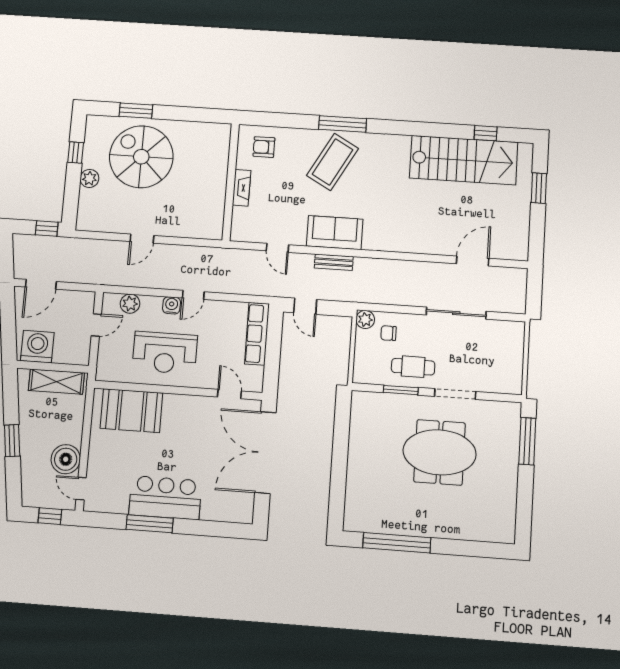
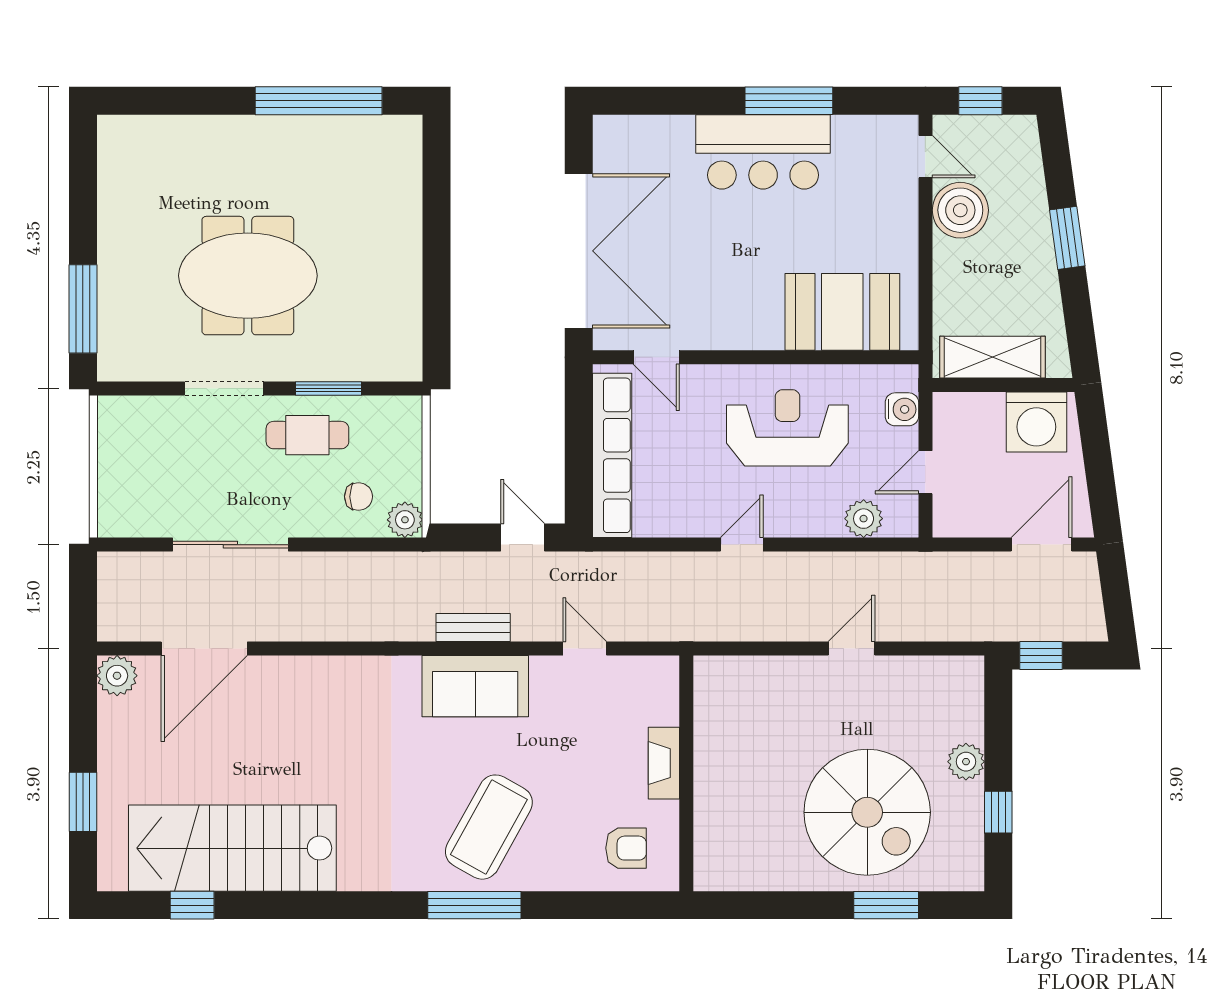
plant: (518, 250) -> (117, 676), added
door: (473, 261) -> (204, 649), width x1.36
water cooler: (172, 305) -> (902, 409), moved, turned -90
row of seats: (257, 334) -> (612, 455), width x1.36

